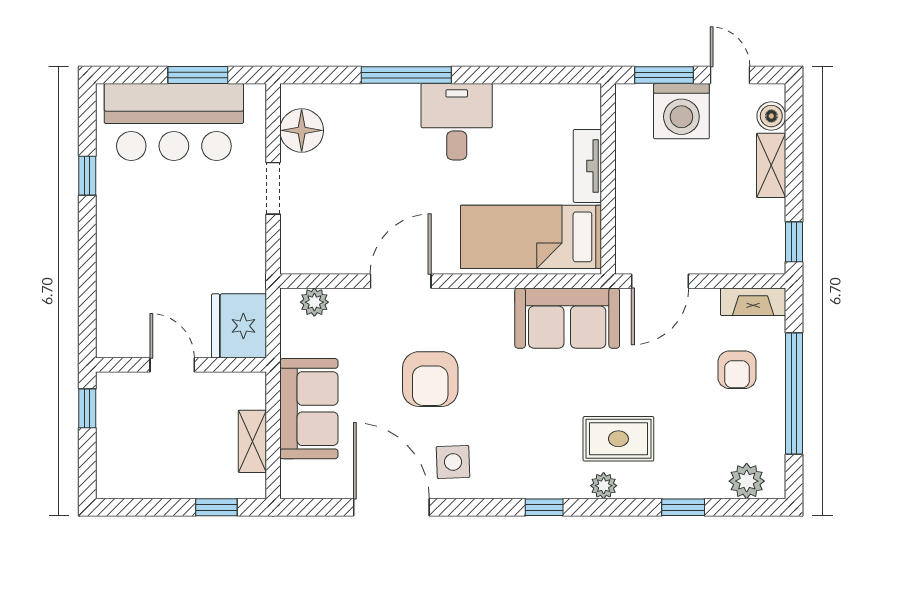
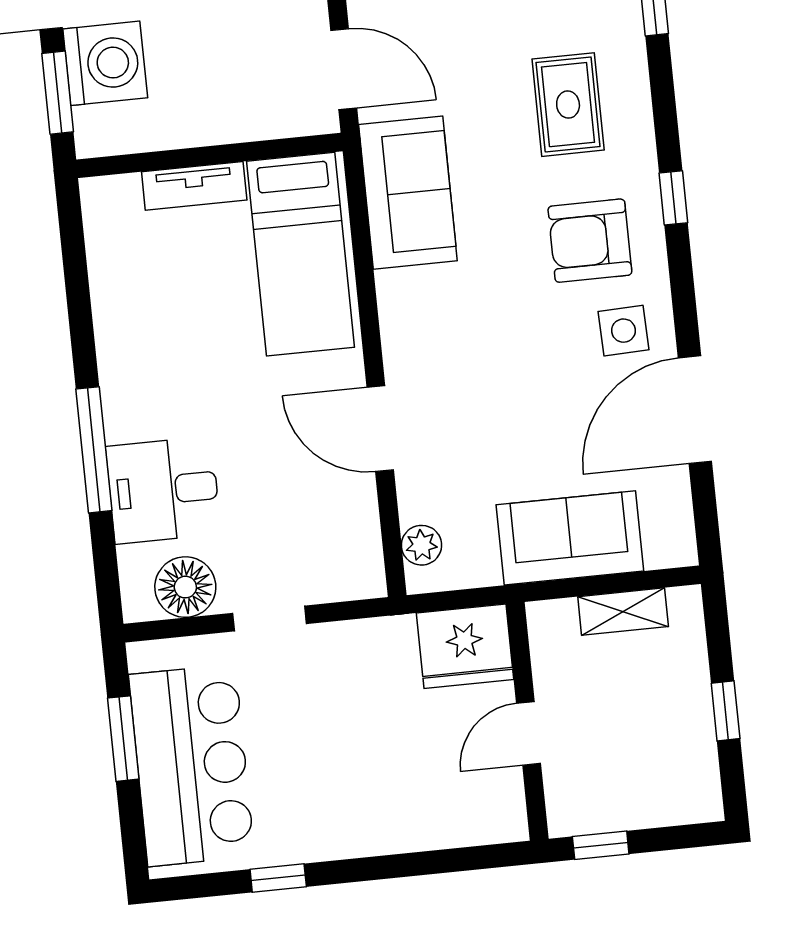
desk: (457, 122) -> (163, 490), moved
armchair: (430, 379) -> (590, 241), moved, turned 180
plant: (604, 486) -> (635, 119), removed
window: (216, 507) -> (726, 711), moved

